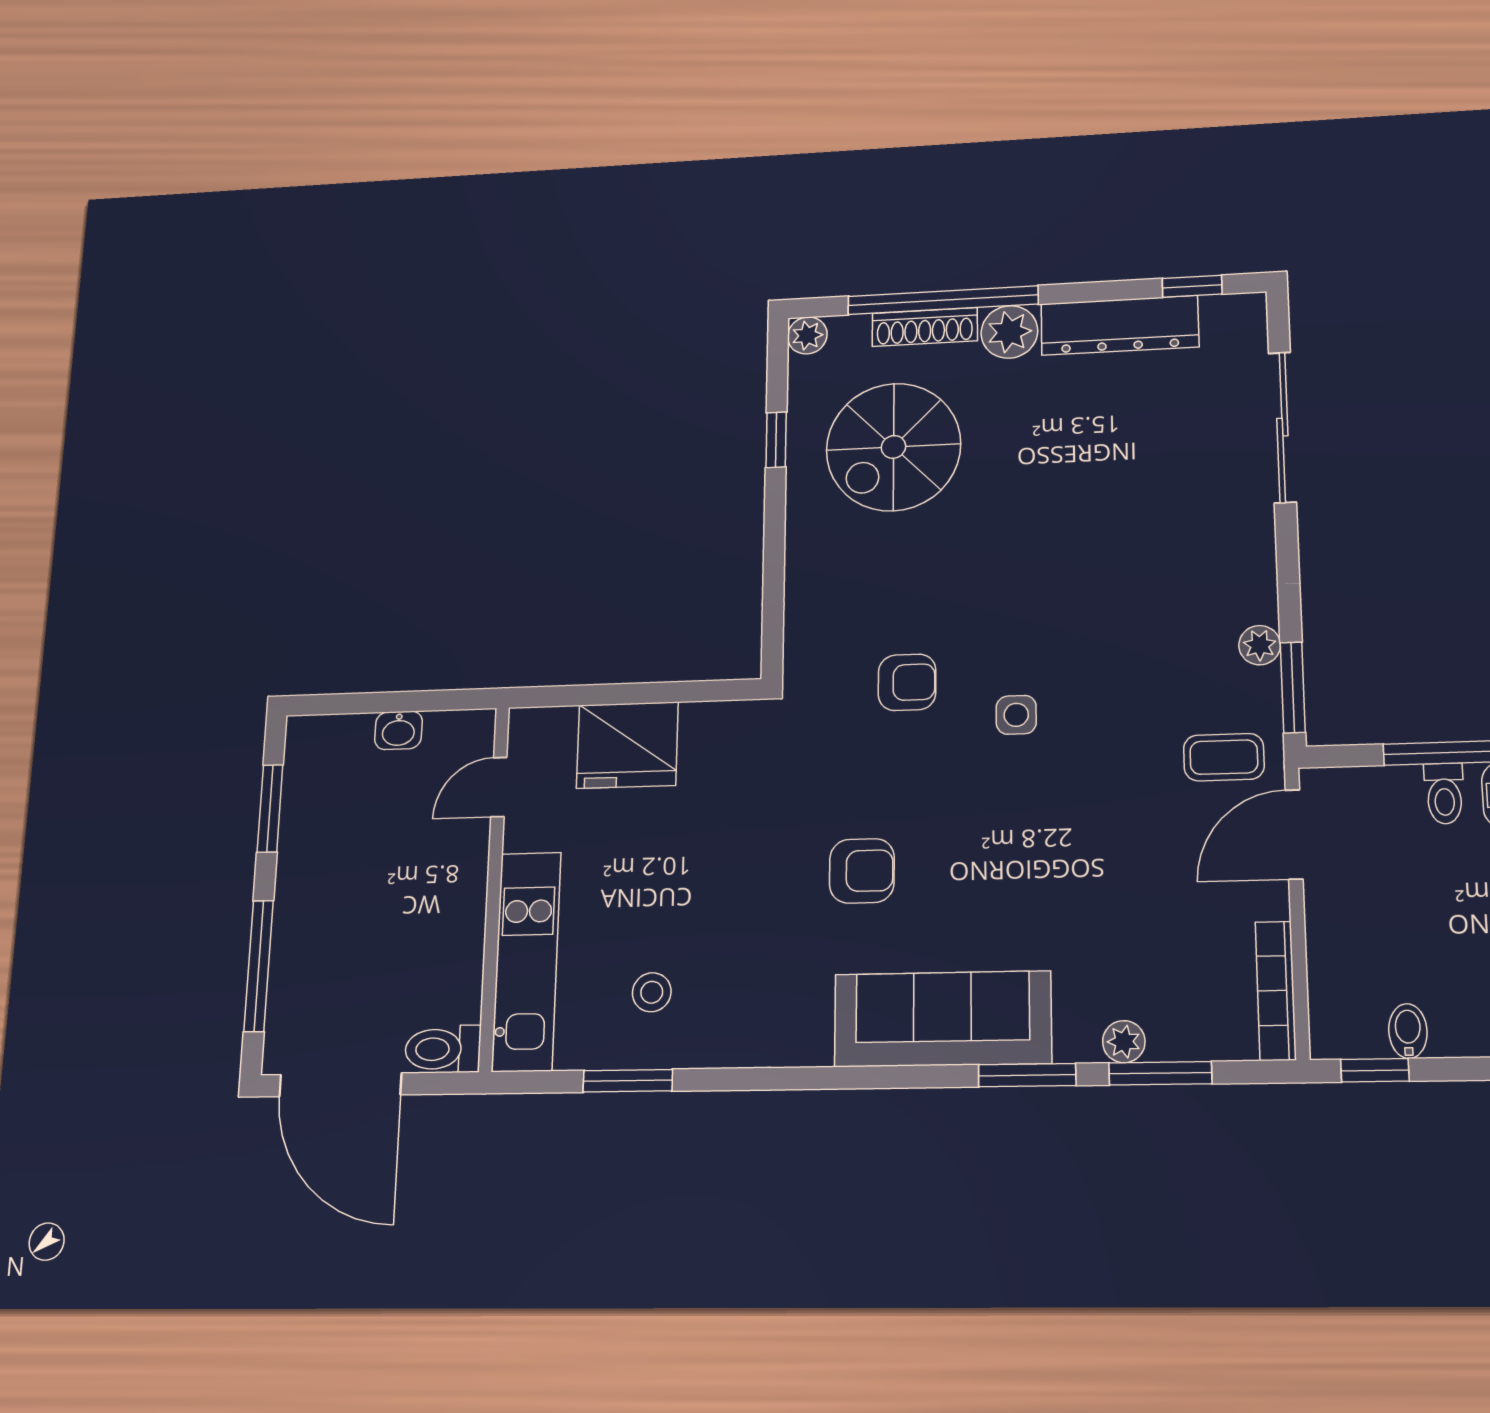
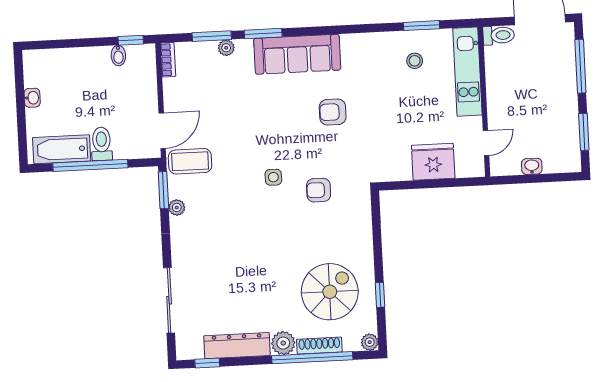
coffee table: (1224, 757) -> (190, 161), width x1.36, depth x1.30
toilet: (1444, 793) -> (102, 144), width x1.37, depth x1.39
bookcase: (1276, 991) -> (168, 60), width x0.64

